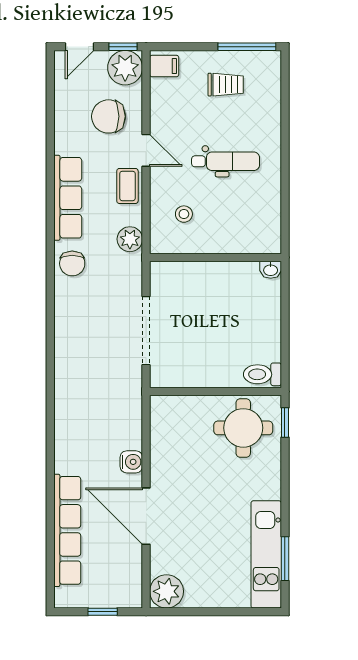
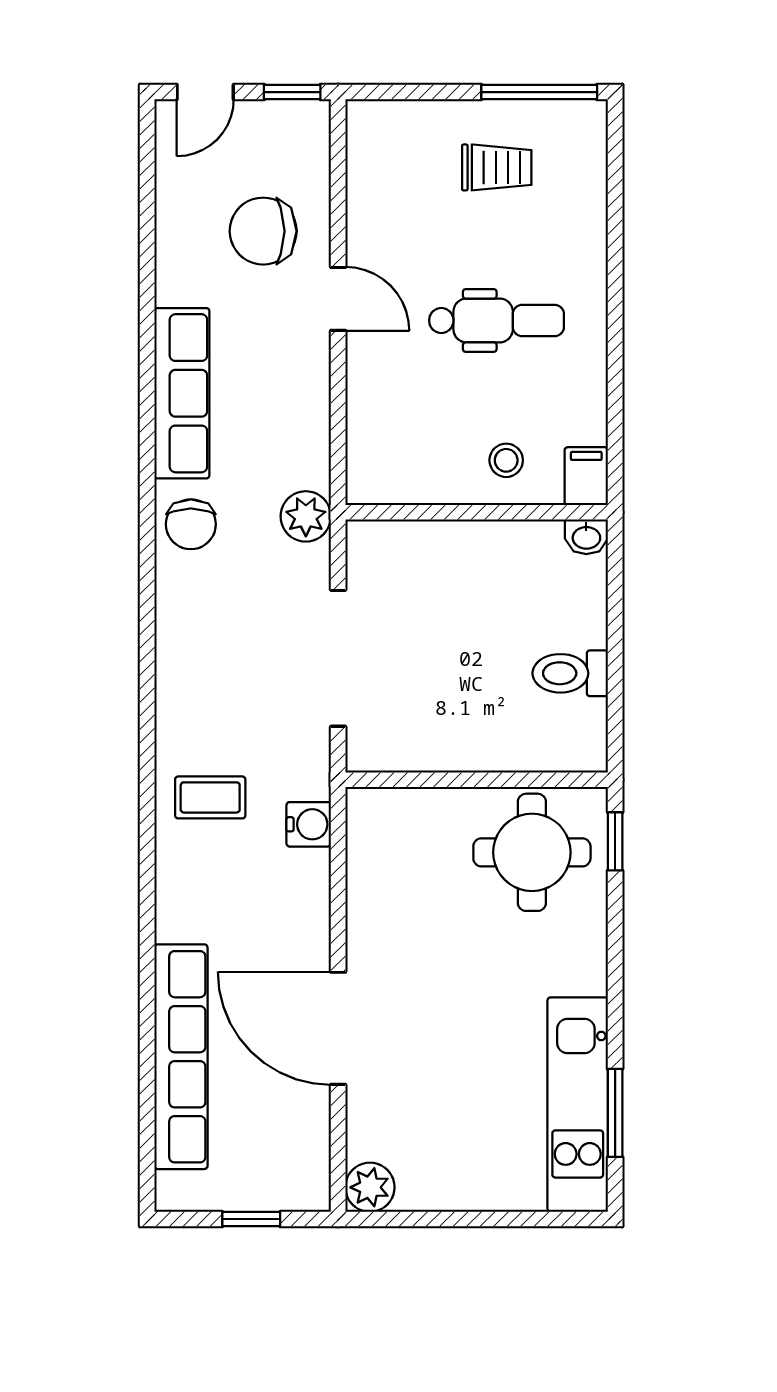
filing cabinet: (164, 66) -> (586, 476), moved, turned -90
plant: (125, 68) -> (296, 134), removed
coffee table: (127, 186) -> (210, 797), moved, turned 90
stool: (184, 214) -> (506, 460), moved
plant: (130, 239) -> (306, 516), moved
toilet: (262, 374) -> (570, 673), moved
water cooler: (131, 462) -> (309, 824), moved
plant: (167, 591) -> (370, 1187), width x0.73, depth x0.73

